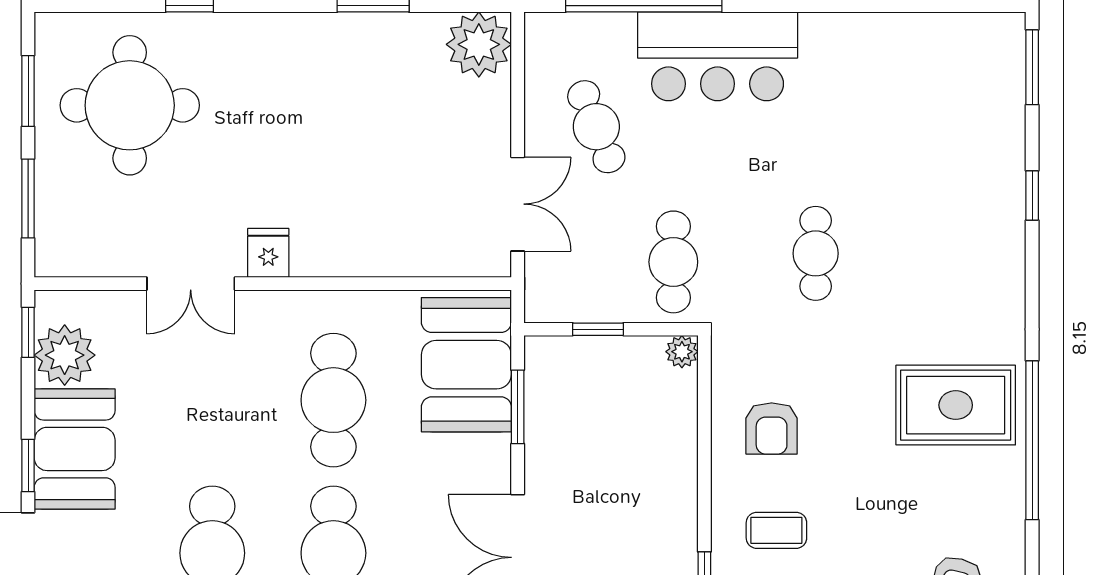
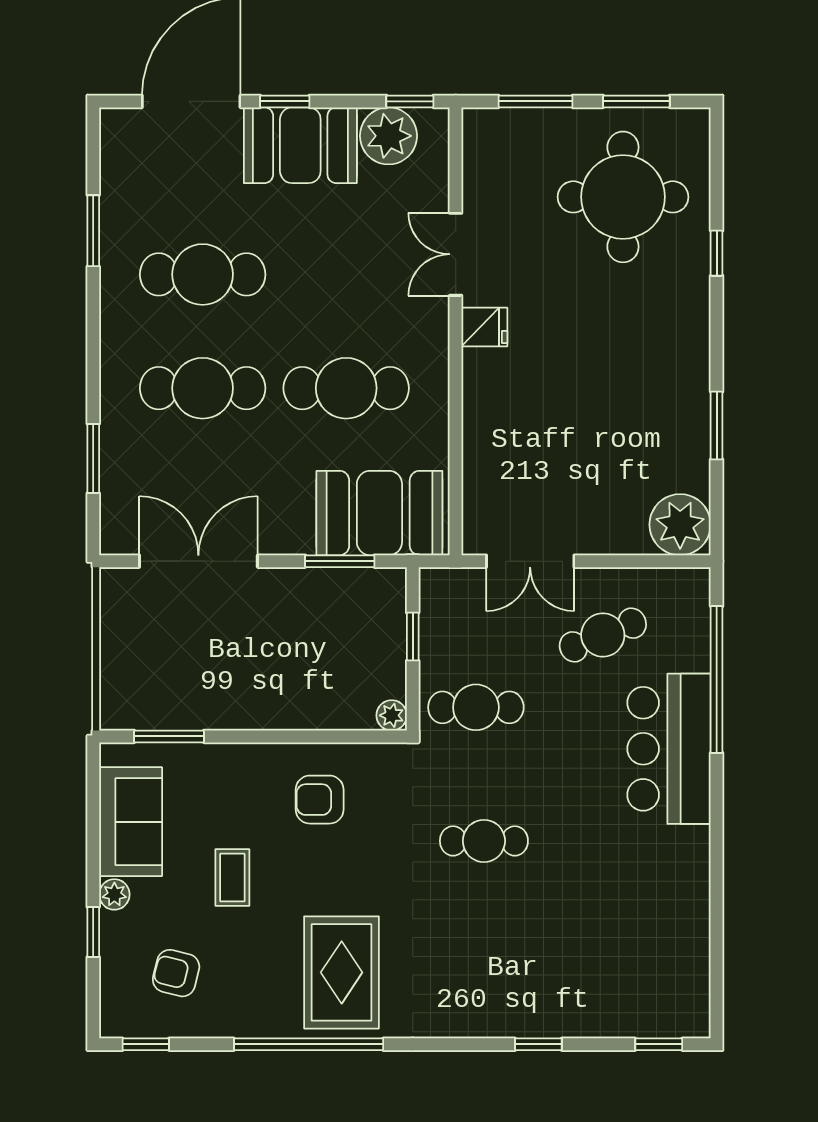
window: (1032, 67) -> (659, 1044), width x0.67
coffee table: (776, 530) -> (232, 878), moved

